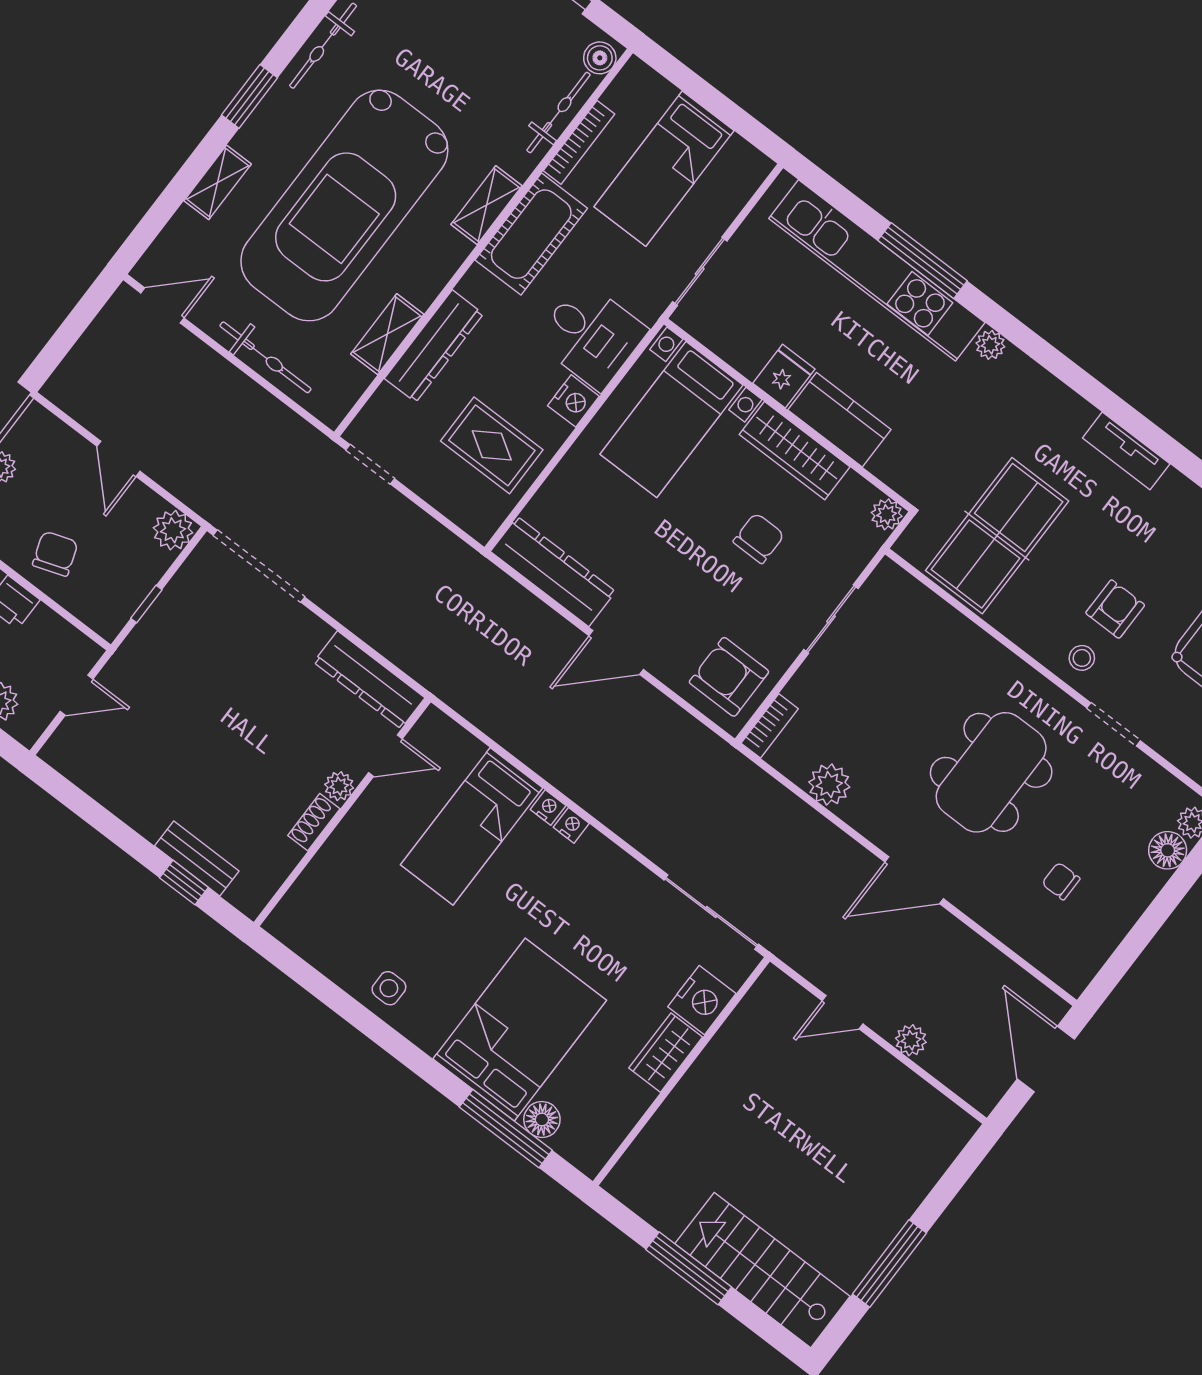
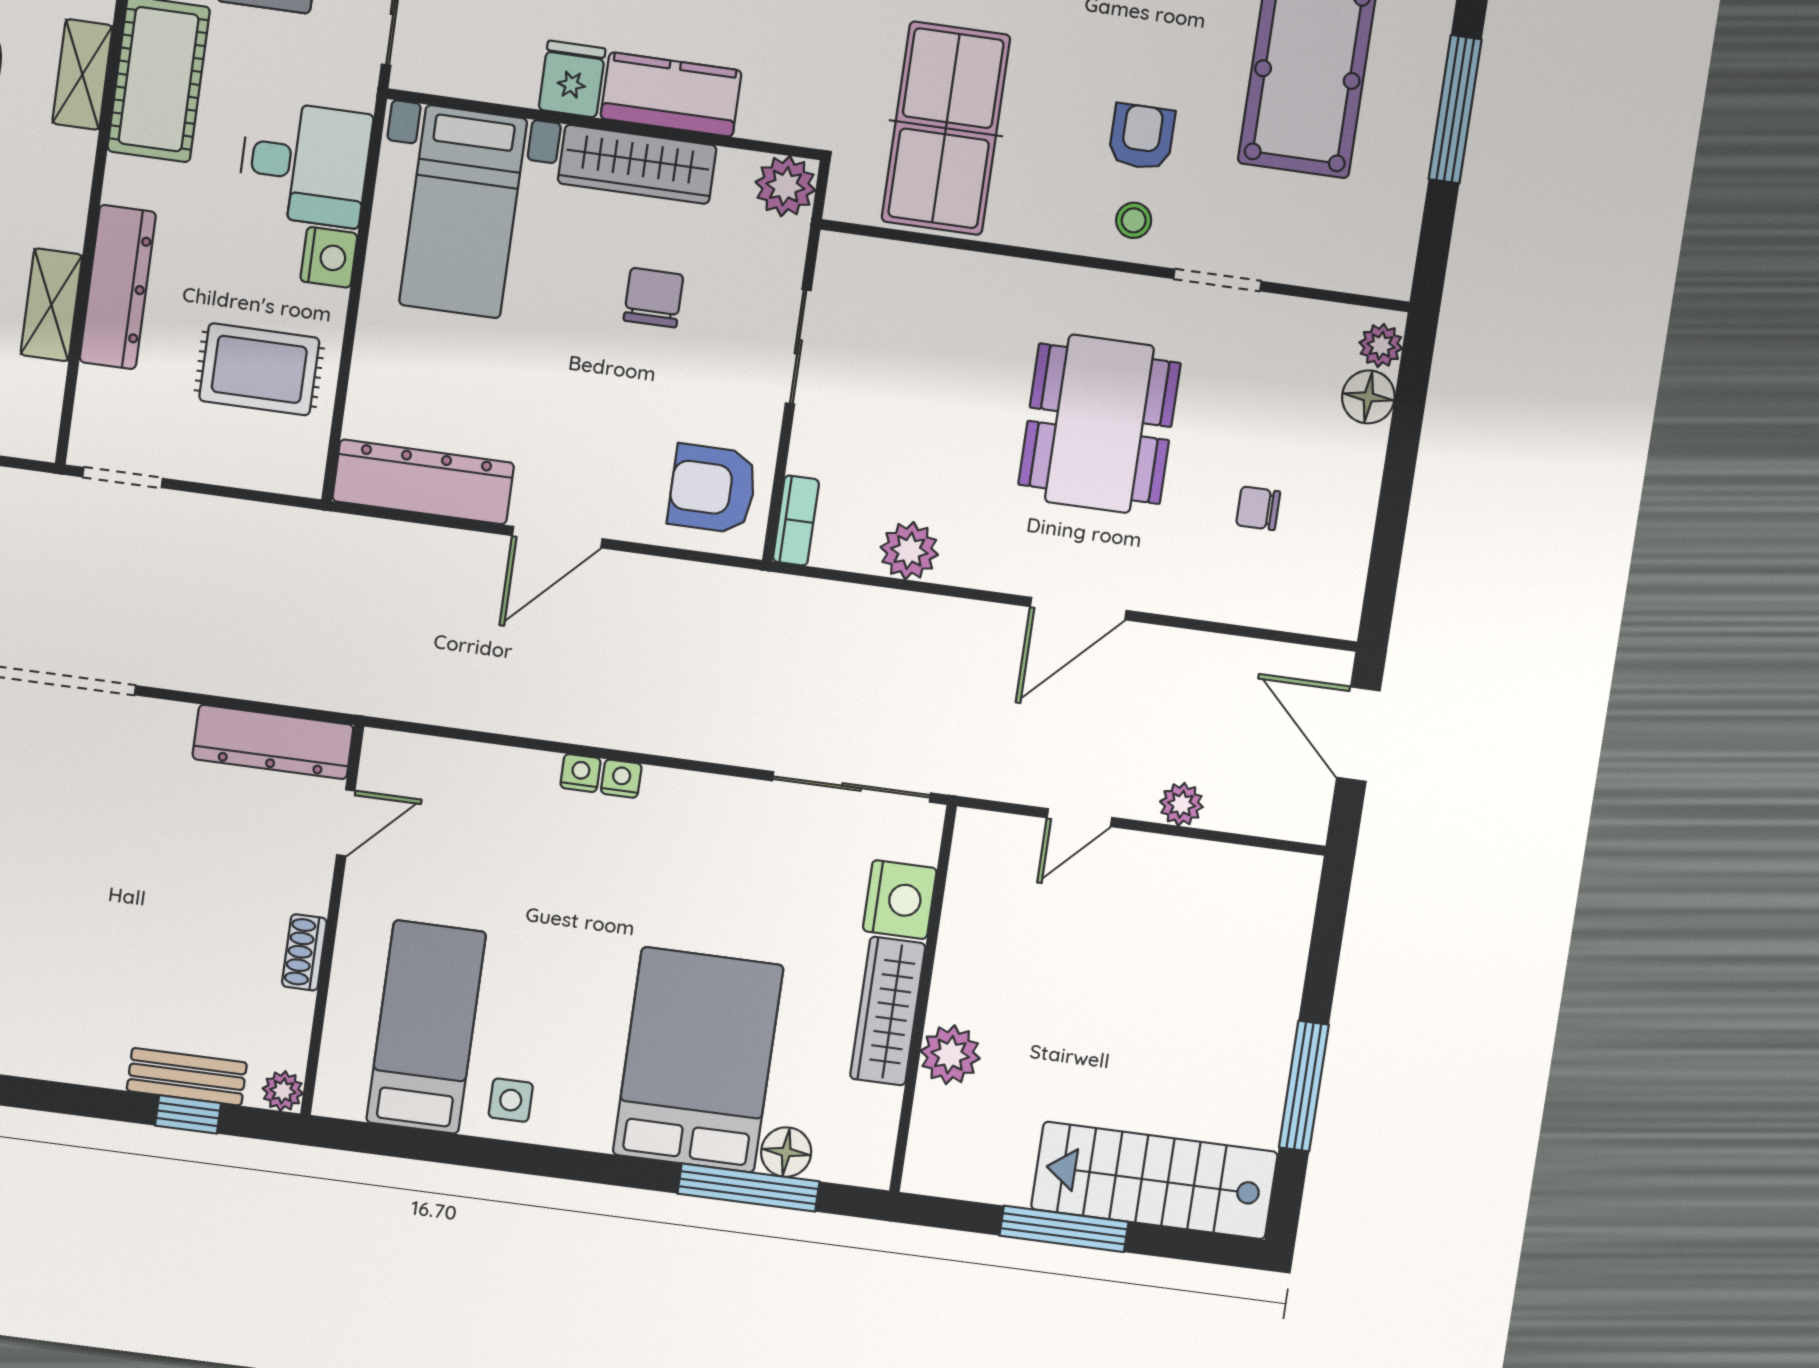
plant: (887, 514) -> (785, 186), width x1.38, depth x1.38
plant: (339, 786) -> (283, 1091), moved
bed: (472, 826) -> (426, 1027), moved, turned 180
wardrobe: (666, 1053) -> (888, 1011), width x1.50
plant: (679, 1116) -> (950, 1055), added

